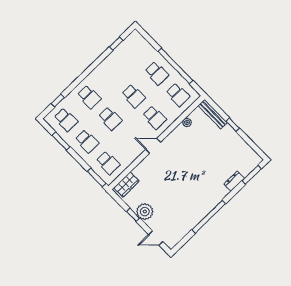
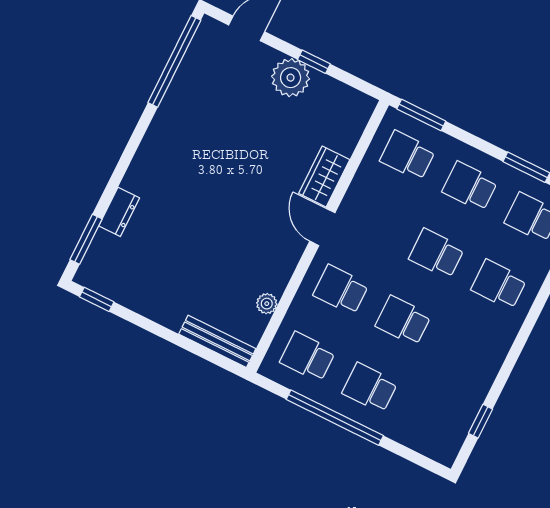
window: (233, 125) -> (97, 299), moved
door: (153, 146) -> (322, 227), swing flipped
wardrobe: (126, 184) -> (324, 177), moved
window: (209, 217) -> (174, 61), moved

